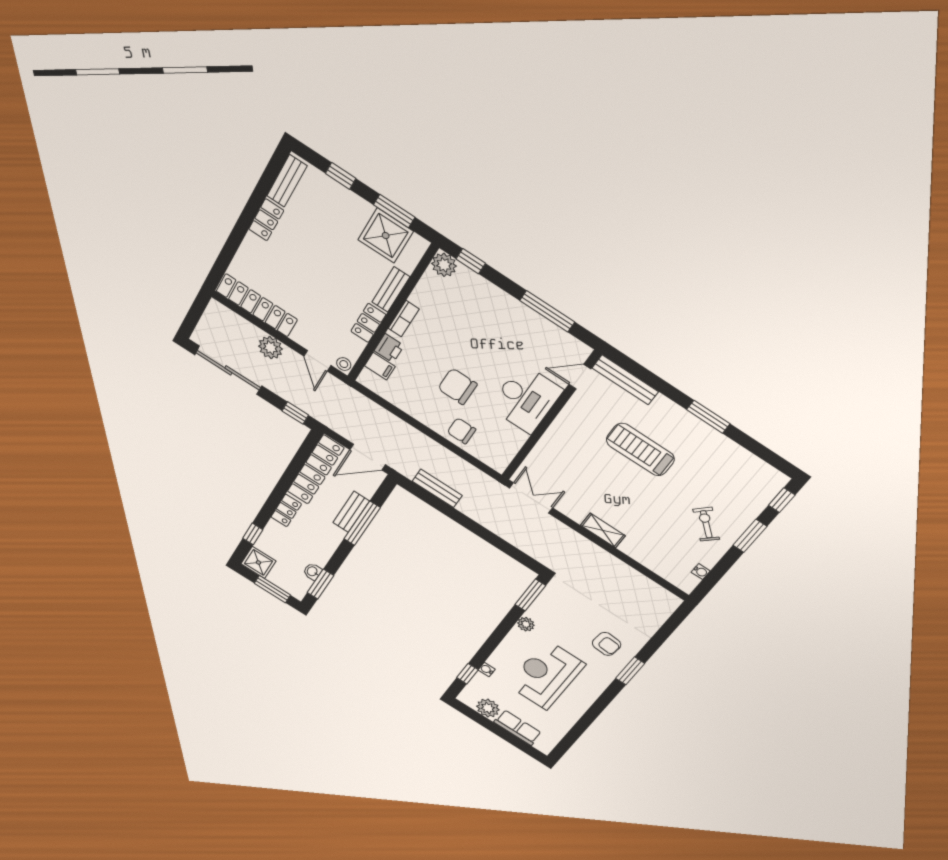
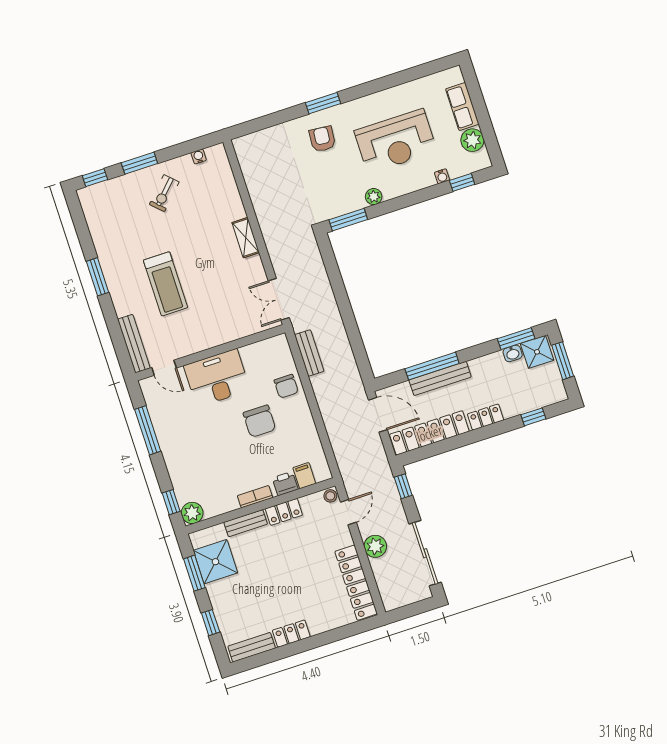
bench: (437, 488) -> (309, 353), moved
bench: (351, 512) -> (440, 378), width x1.36
shower: (258, 562) -> (537, 352), moved

